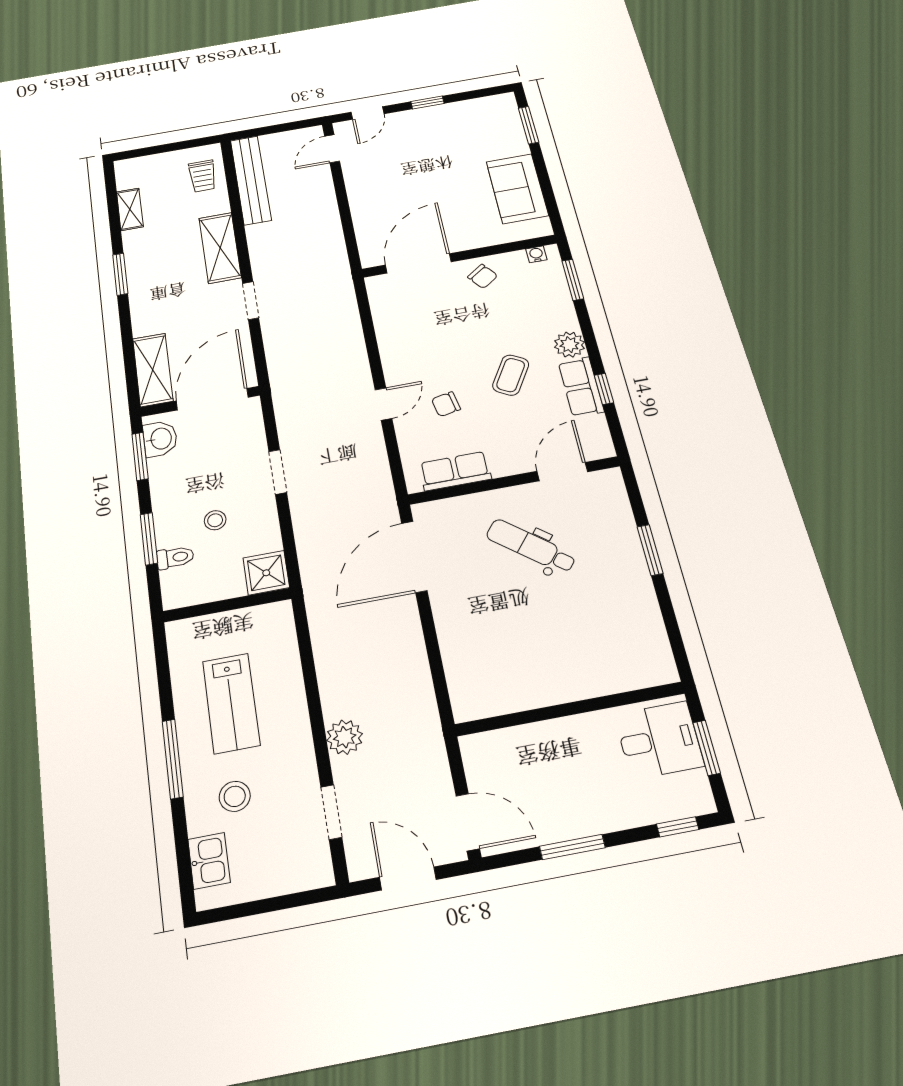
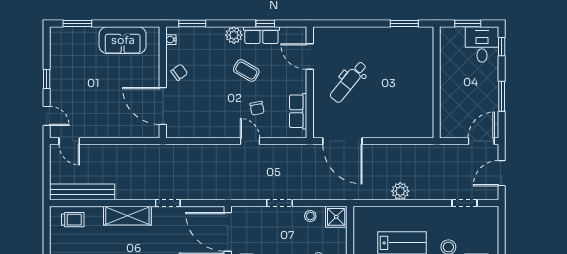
stool: (215, 520) -> (310, 216), moved
window: (650, 550) -> (404, 24), moved
plant: (345, 737) -> (400, 191), moved
desk: (659, 740) -> (482, 44), moved

